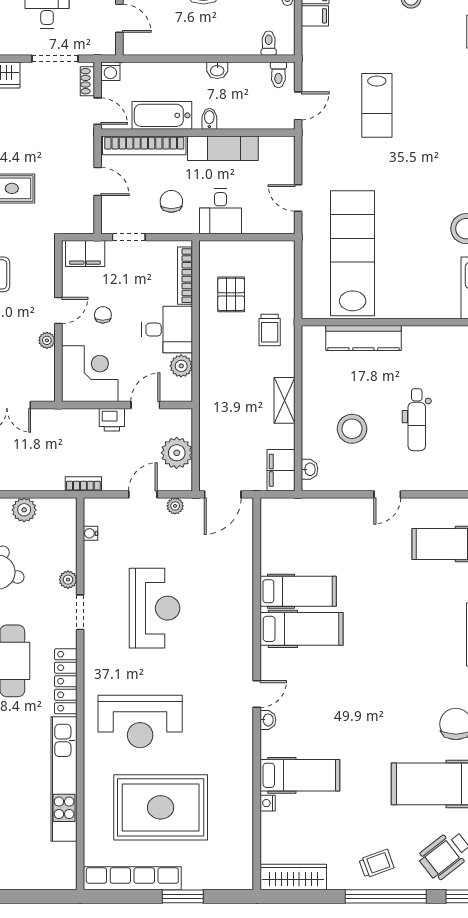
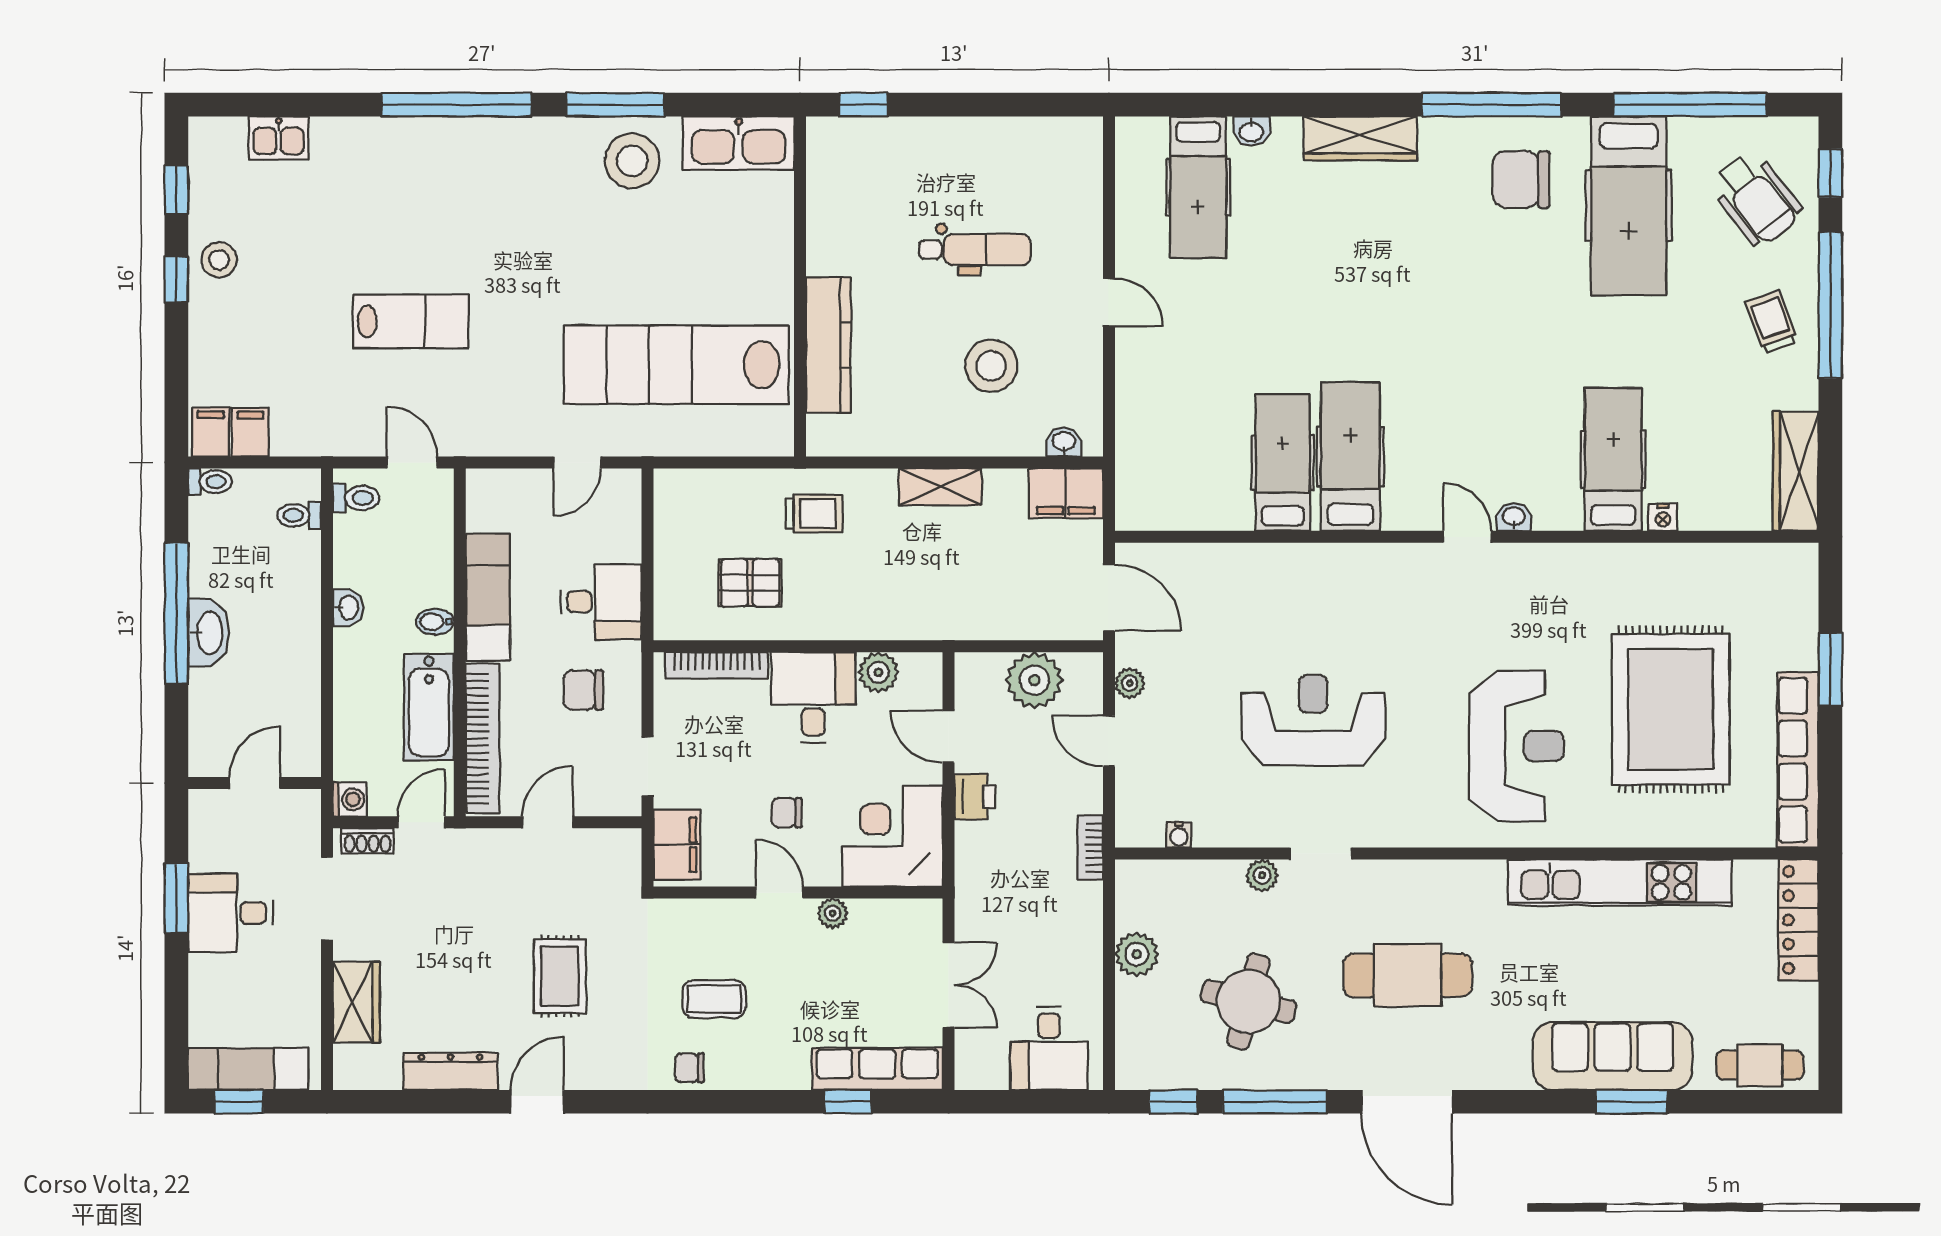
locker: (66, 681) -> (1799, 920), moved, turned 90

